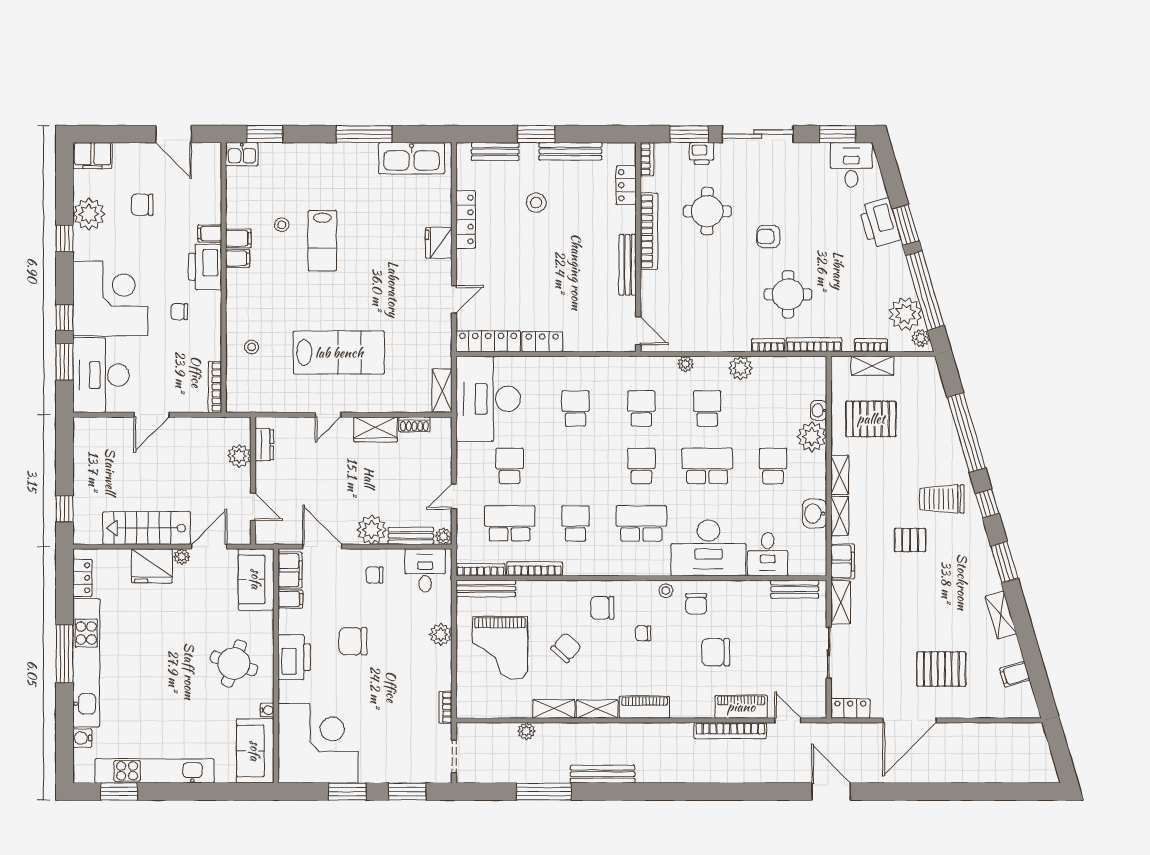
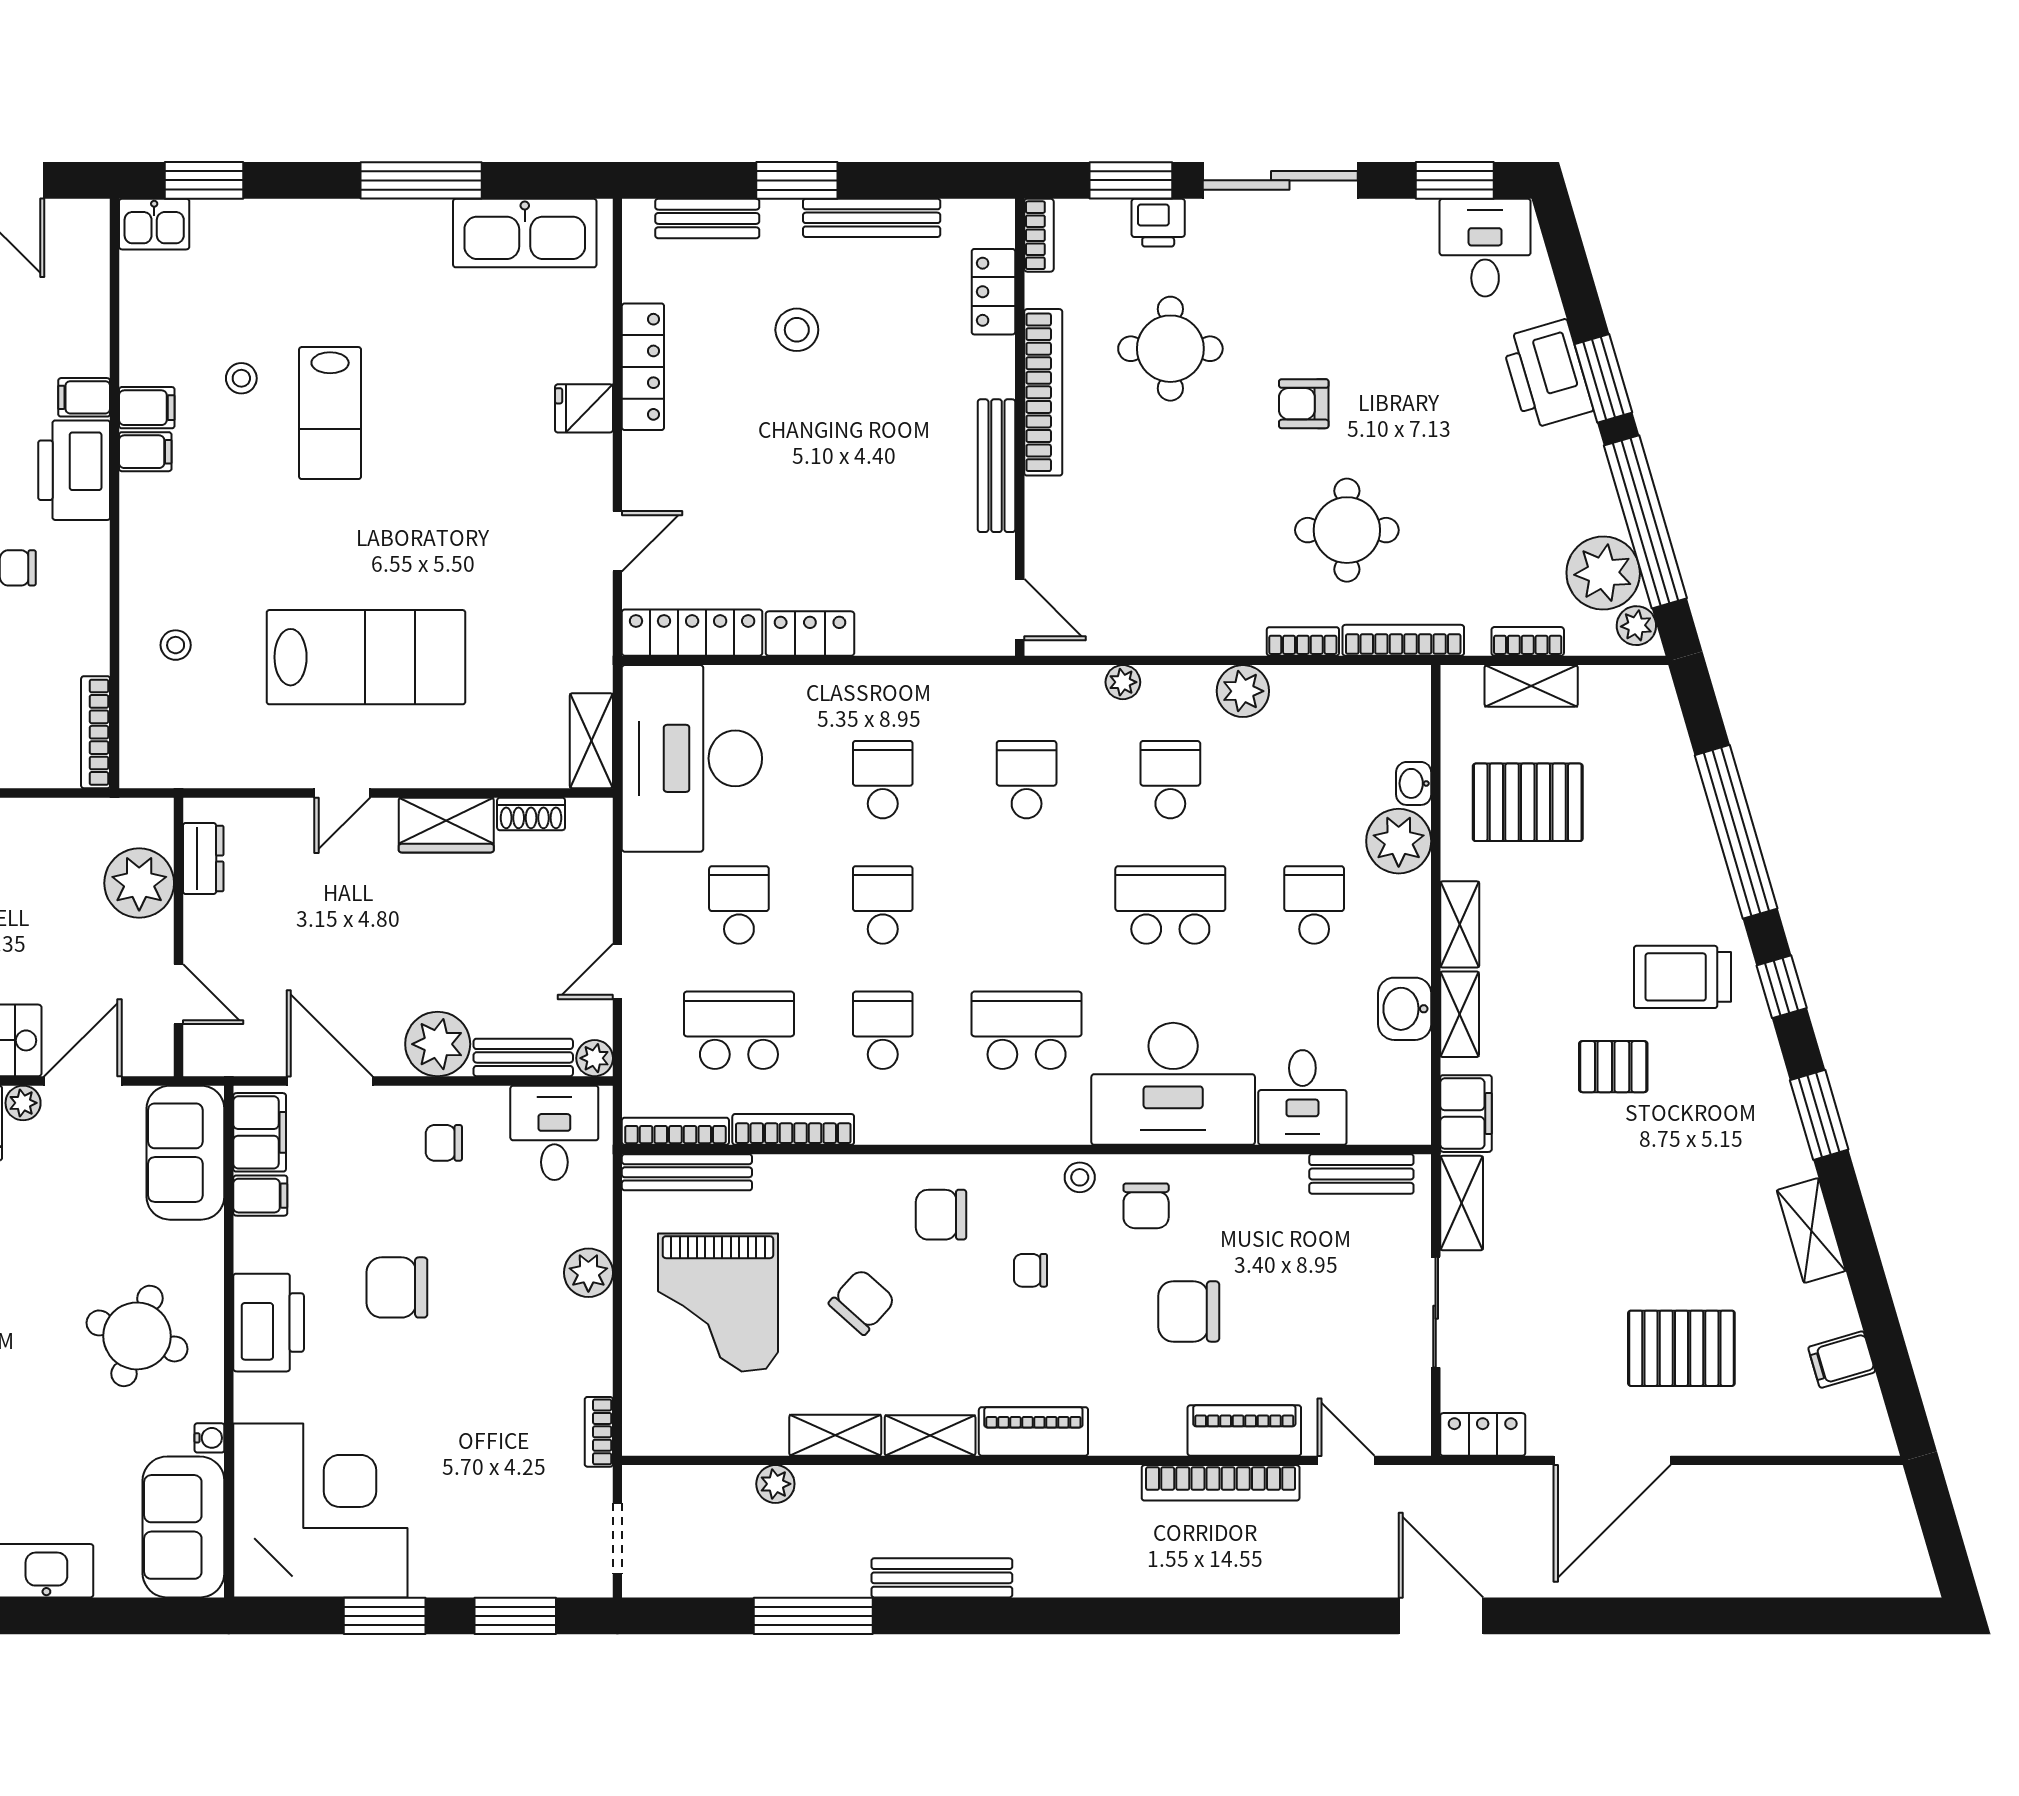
fridge: (439, 243) -> (584, 408), width x0.72
plant: (239, 456) -> (139, 883), width x1.36, depth x1.36
school desk: (641, 466) -> (883, 905), moved

